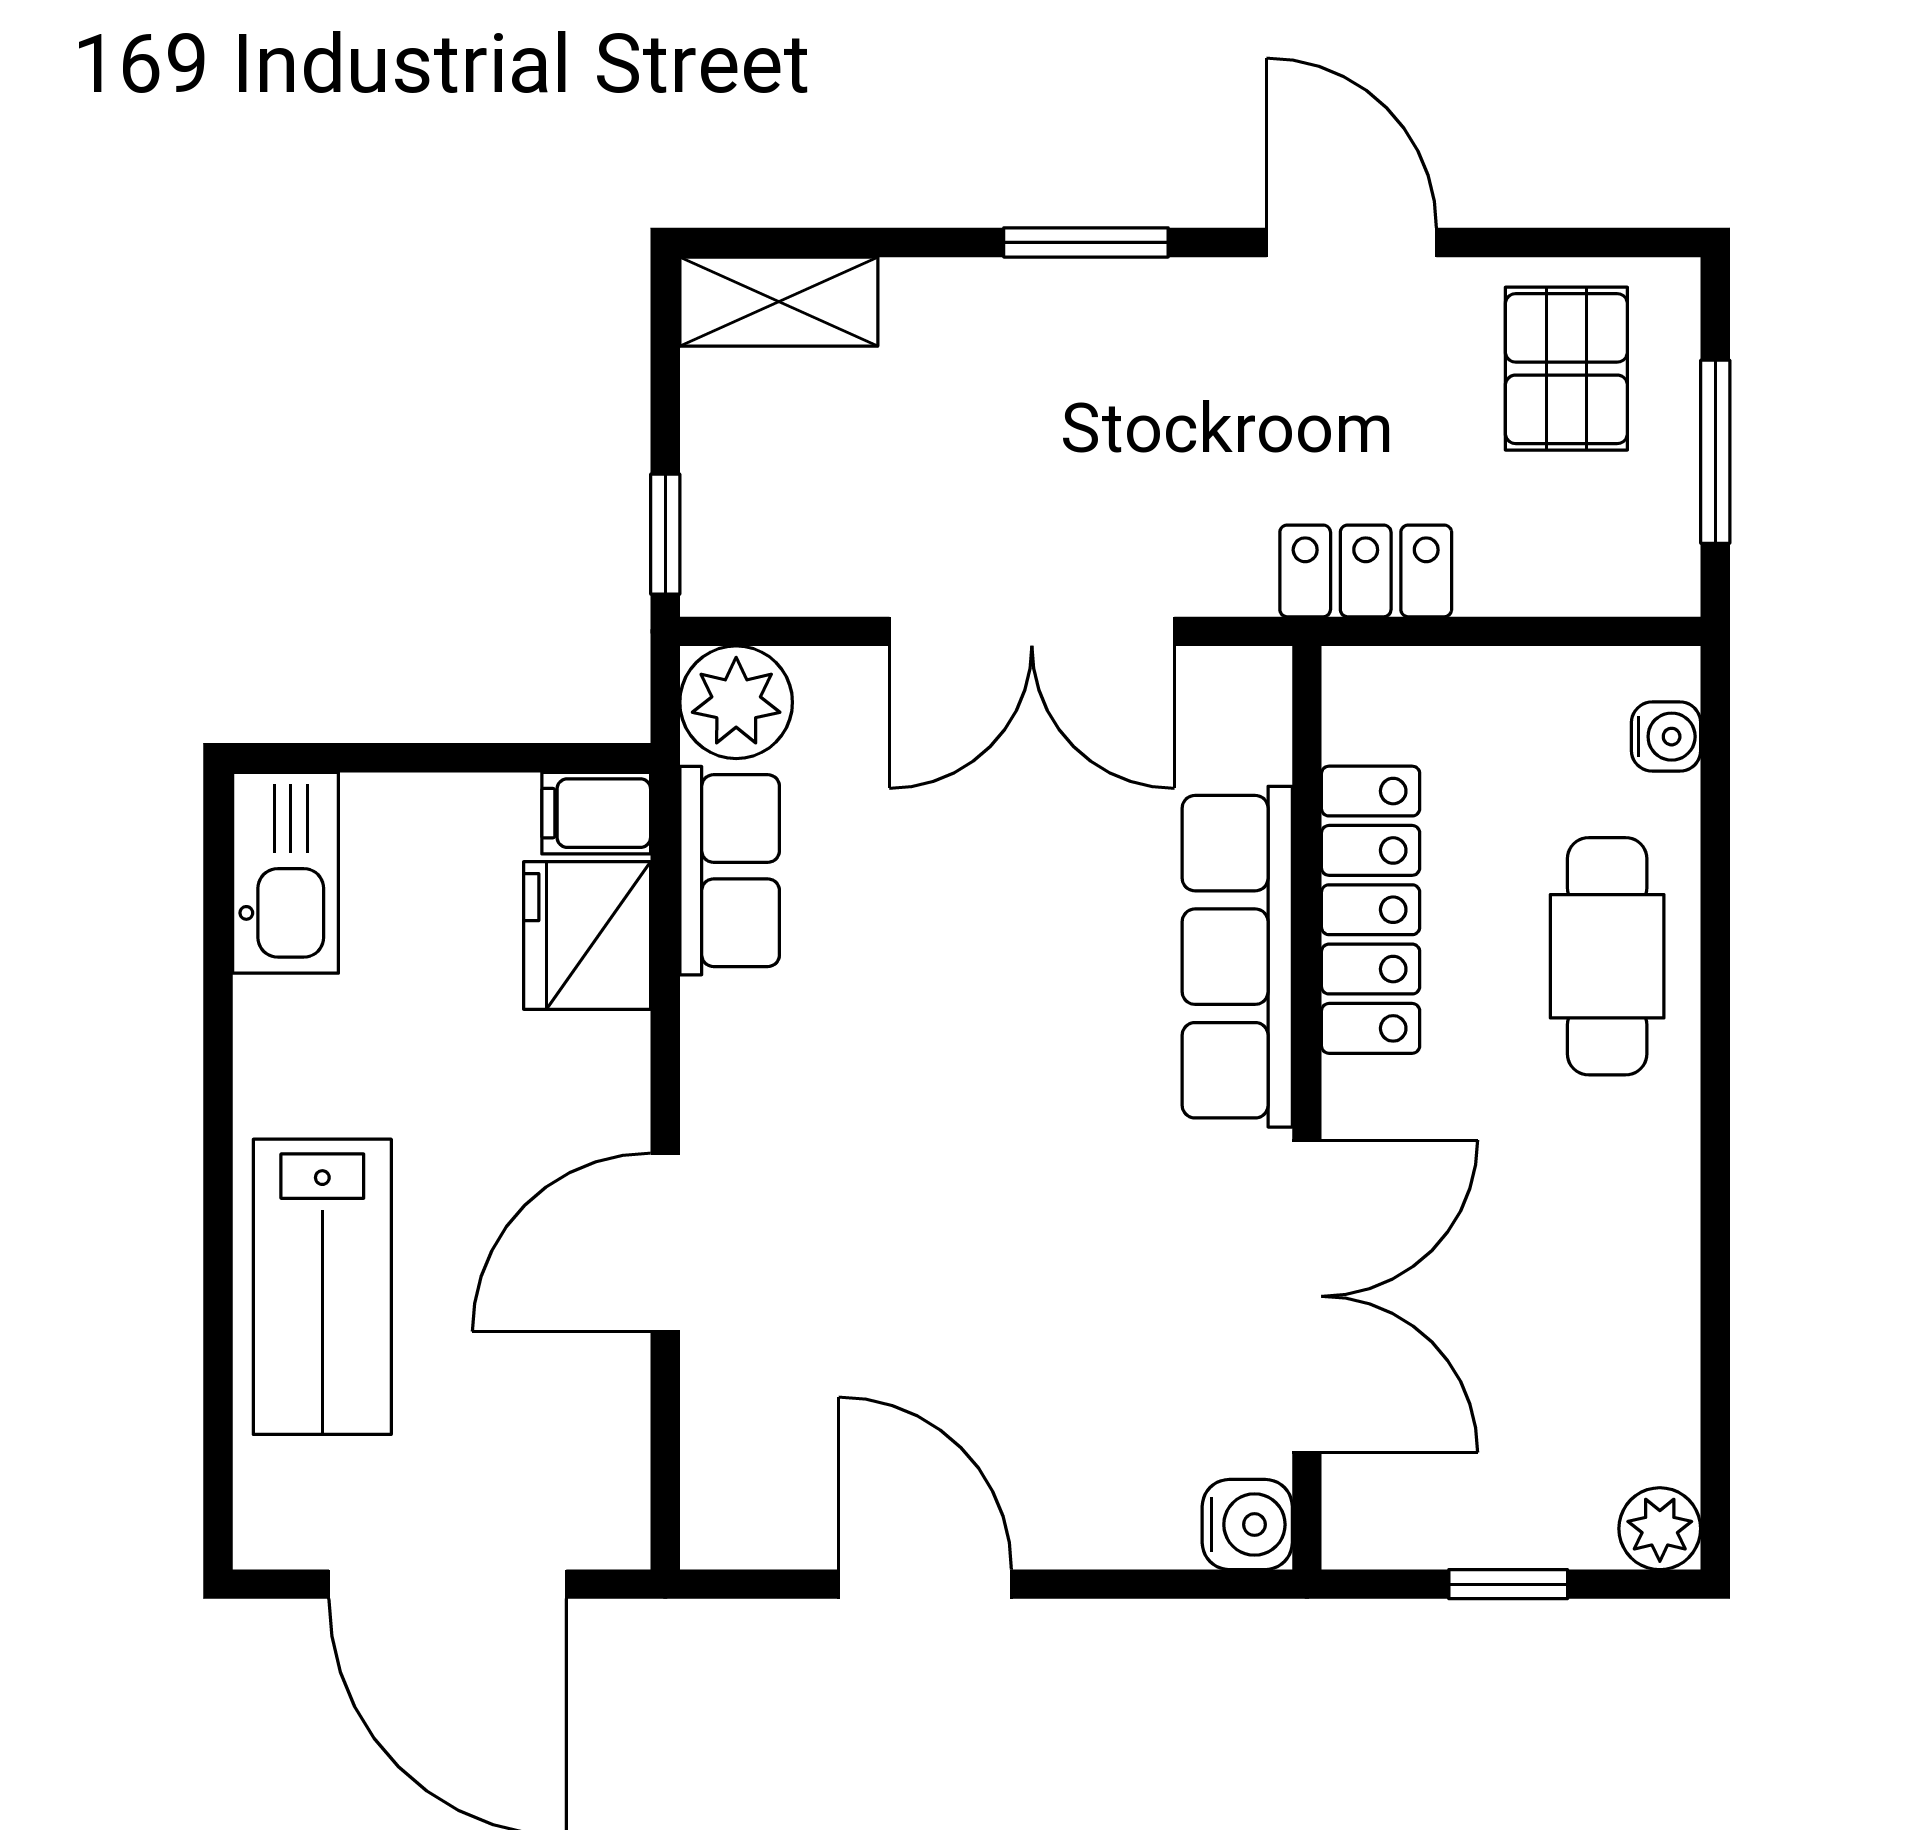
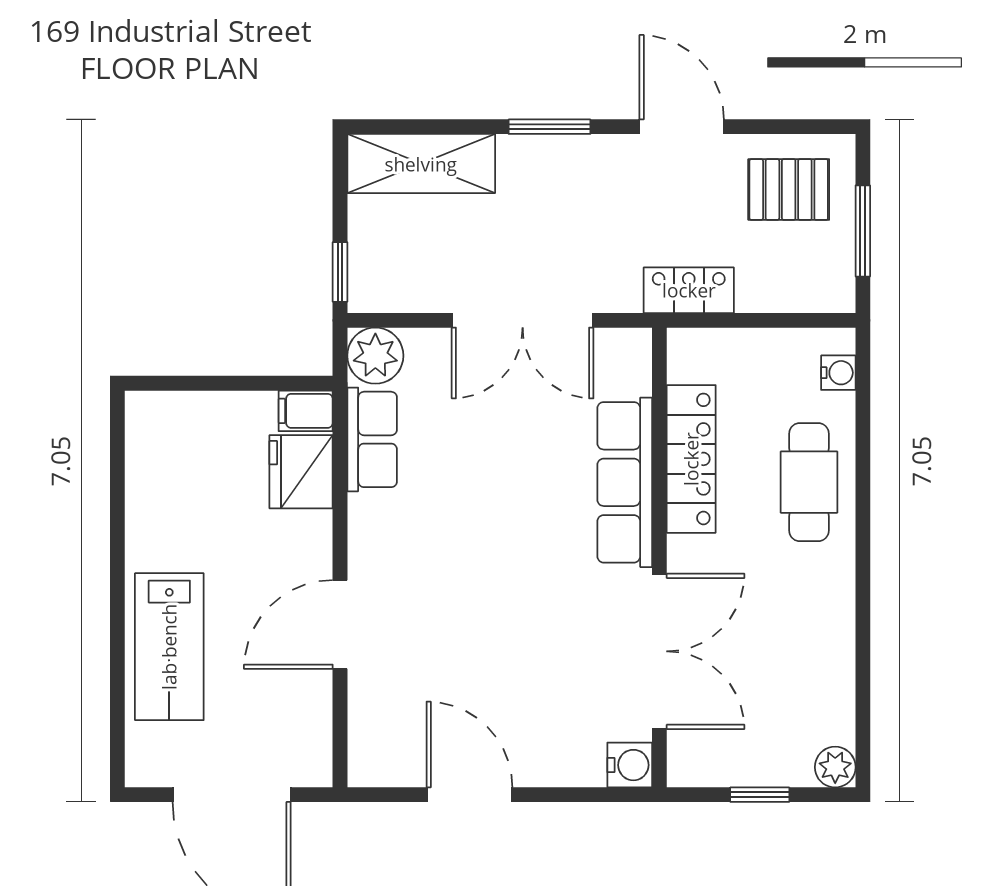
shelving: (779, 302) -> (421, 164), width x1.50, depth x1.33
pallet: (1566, 369) -> (789, 190), turned 90
kitchen sink: (286, 873) -> (151, 441), removed

